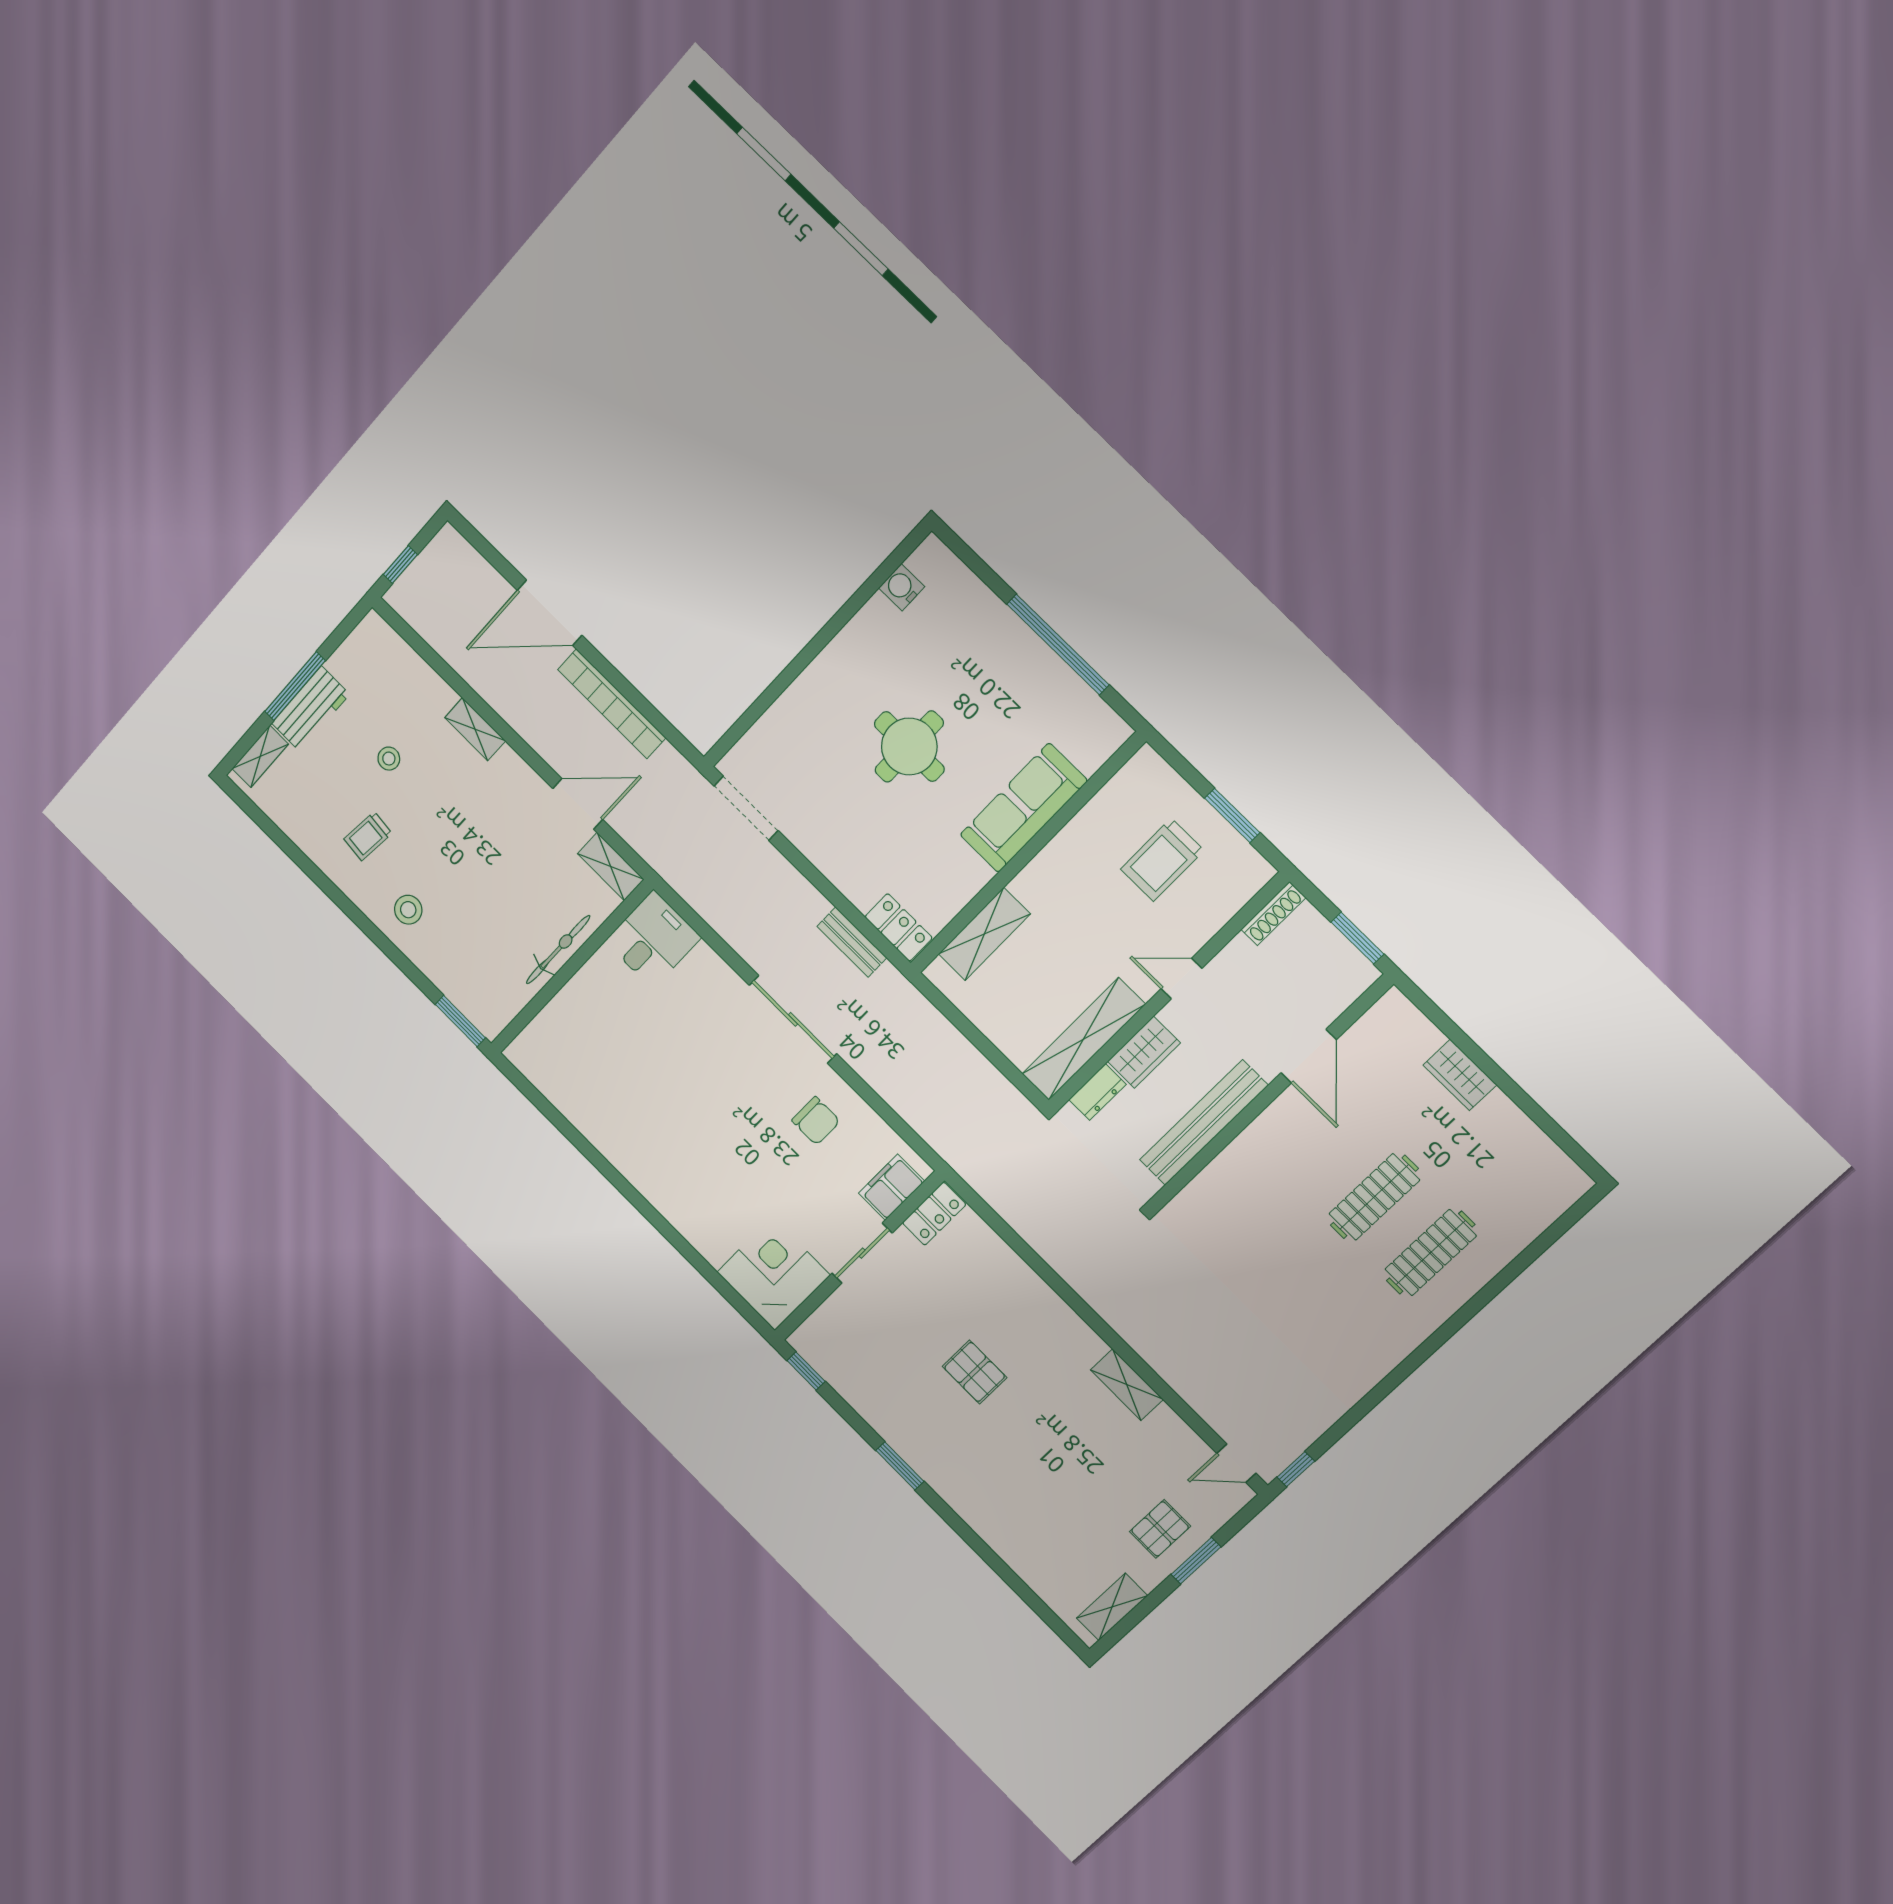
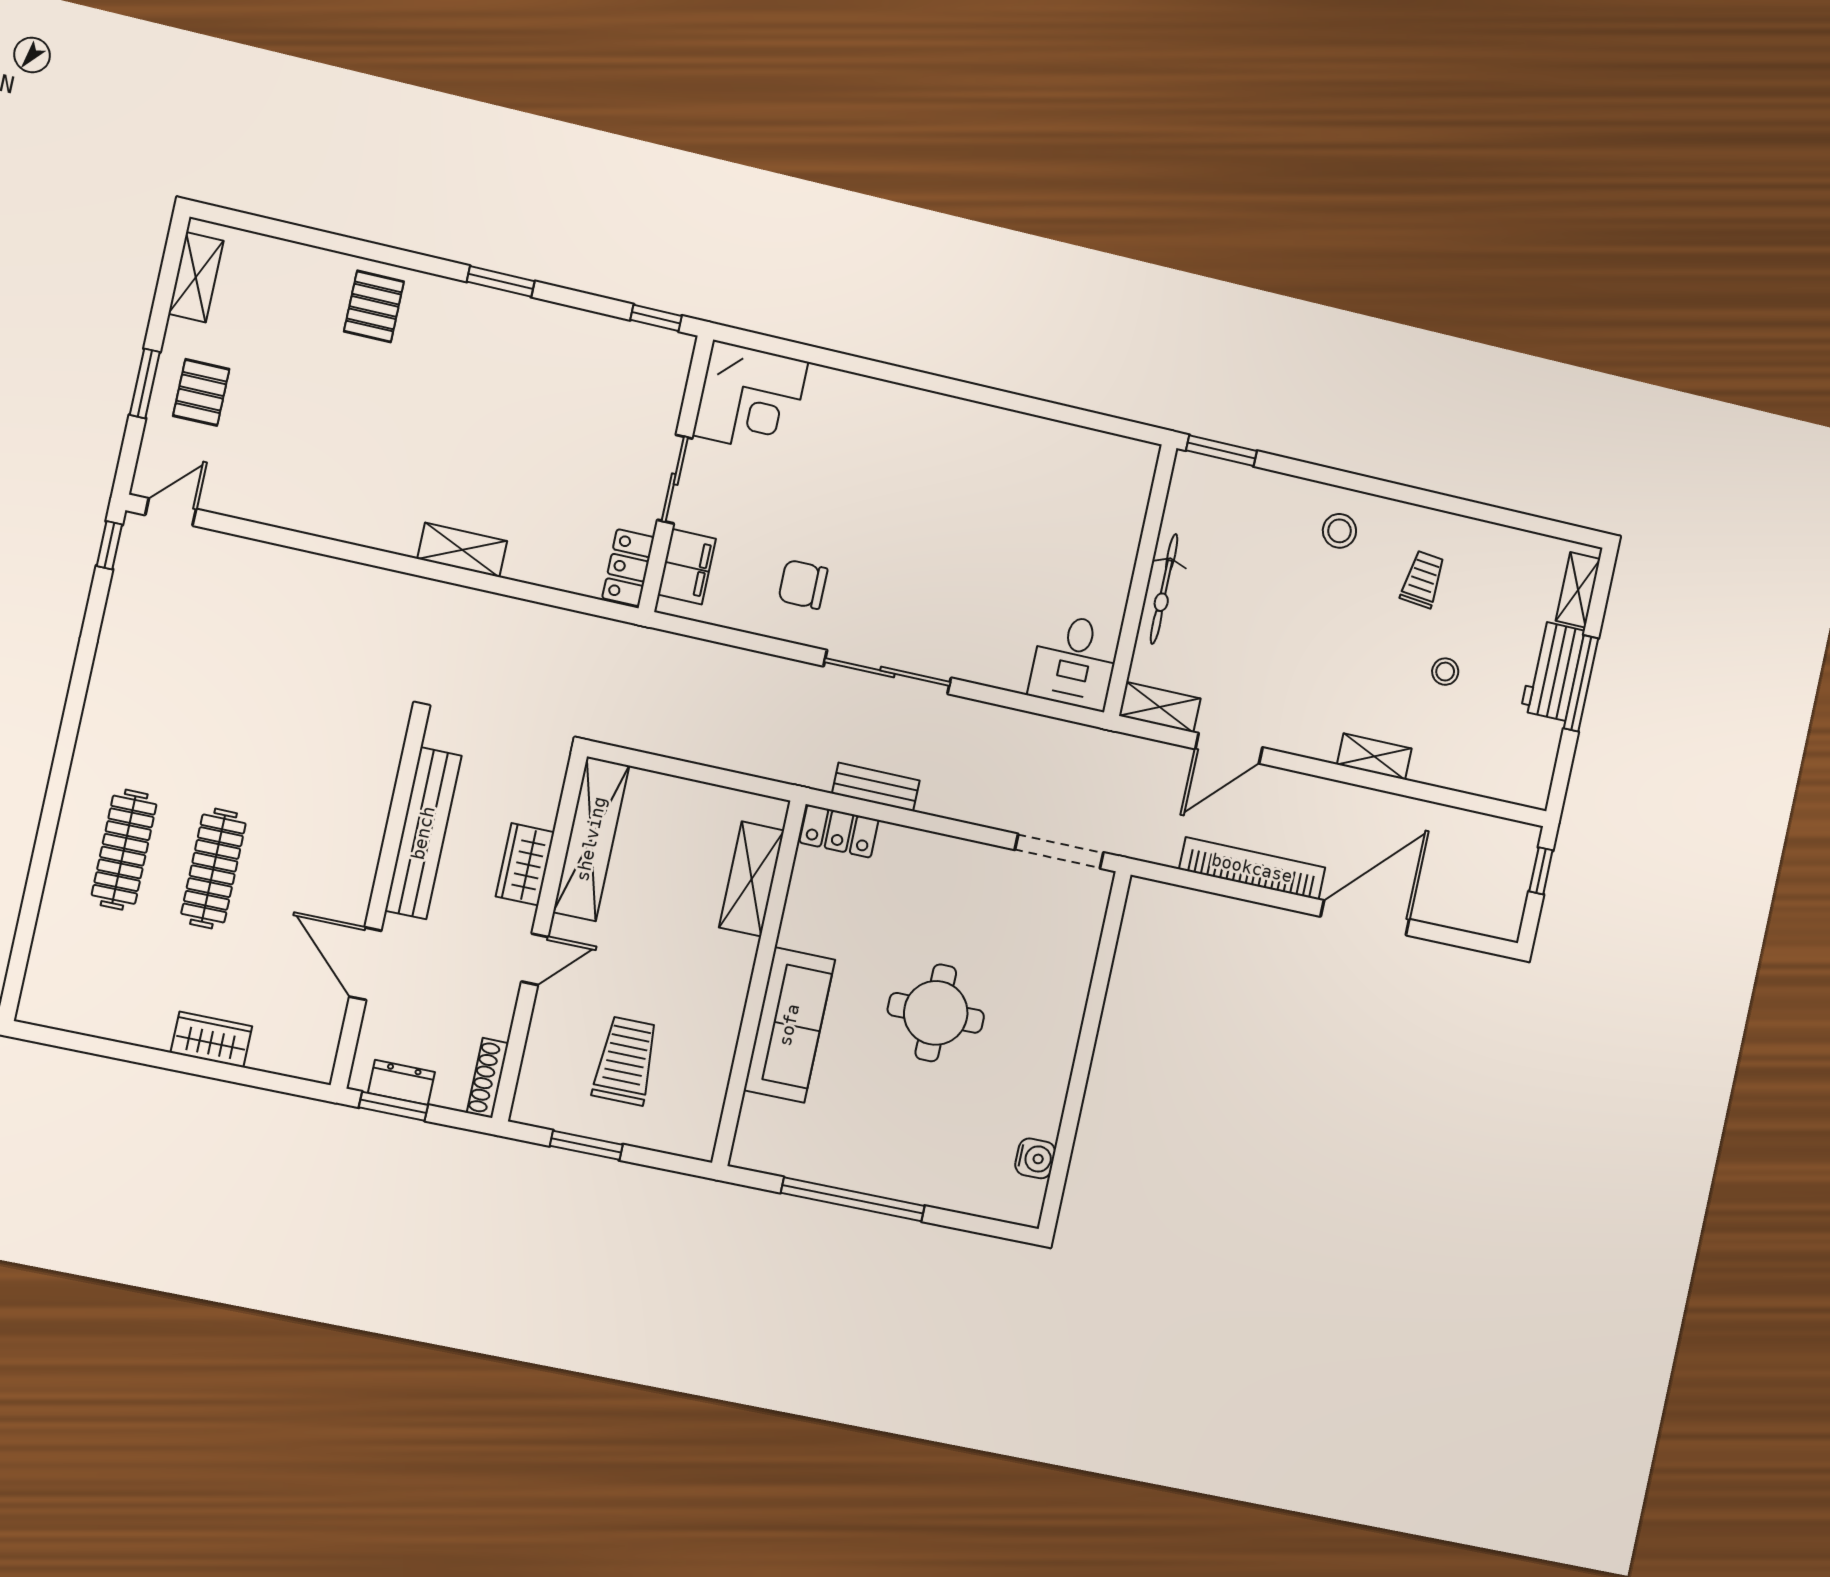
dresser: (1098, 1092) -> (401, 1082), moved, turned 90
pallet: (975, 1372) -> (374, 306), moved, turned 90
shelving: (1127, 1385) -> (462, 550), moved

